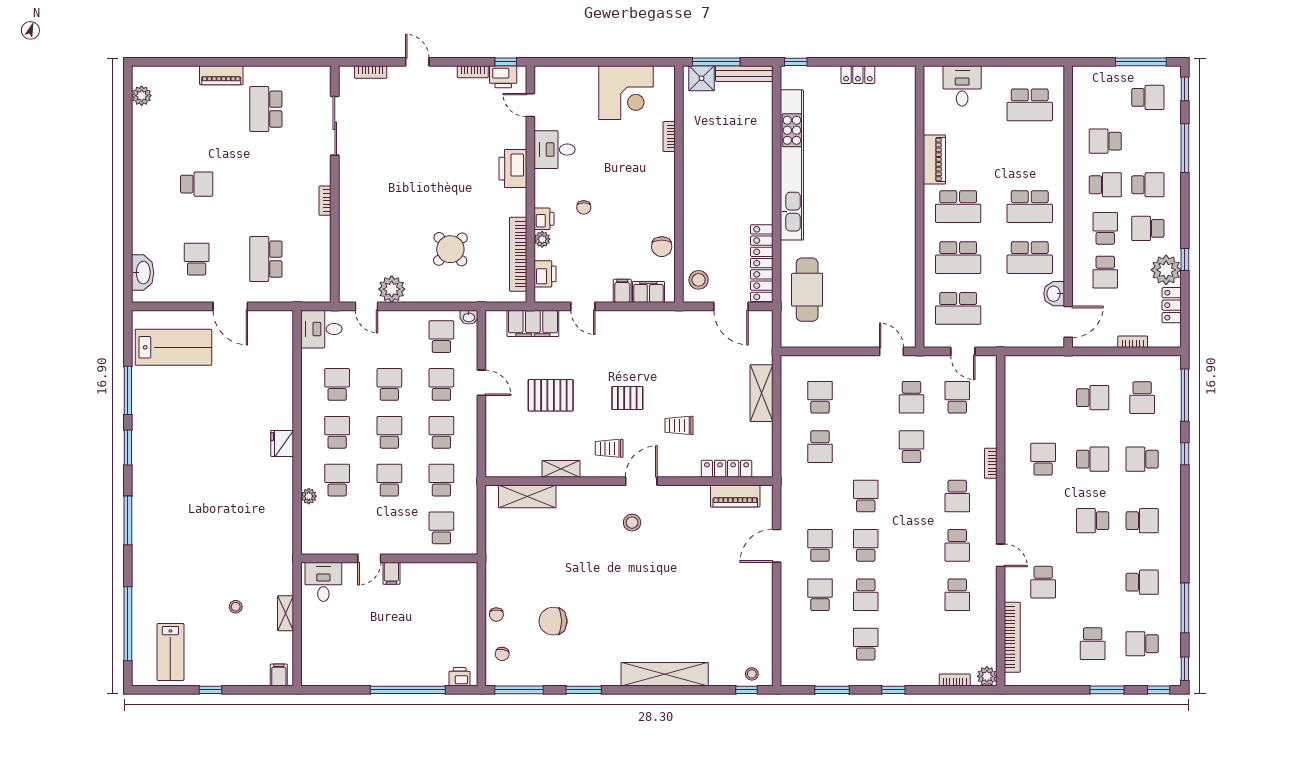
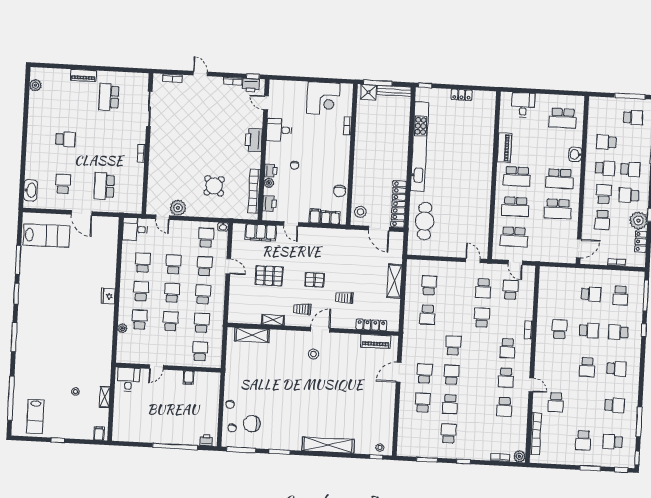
washbasin: (1054, 294) -> (575, 154), moved
school desk: (1093, 521) -> (587, 367), turned -90
filing cabinet: (391, 573) -> (189, 378), moved
chair: (553, 621) -> (252, 424), moved

